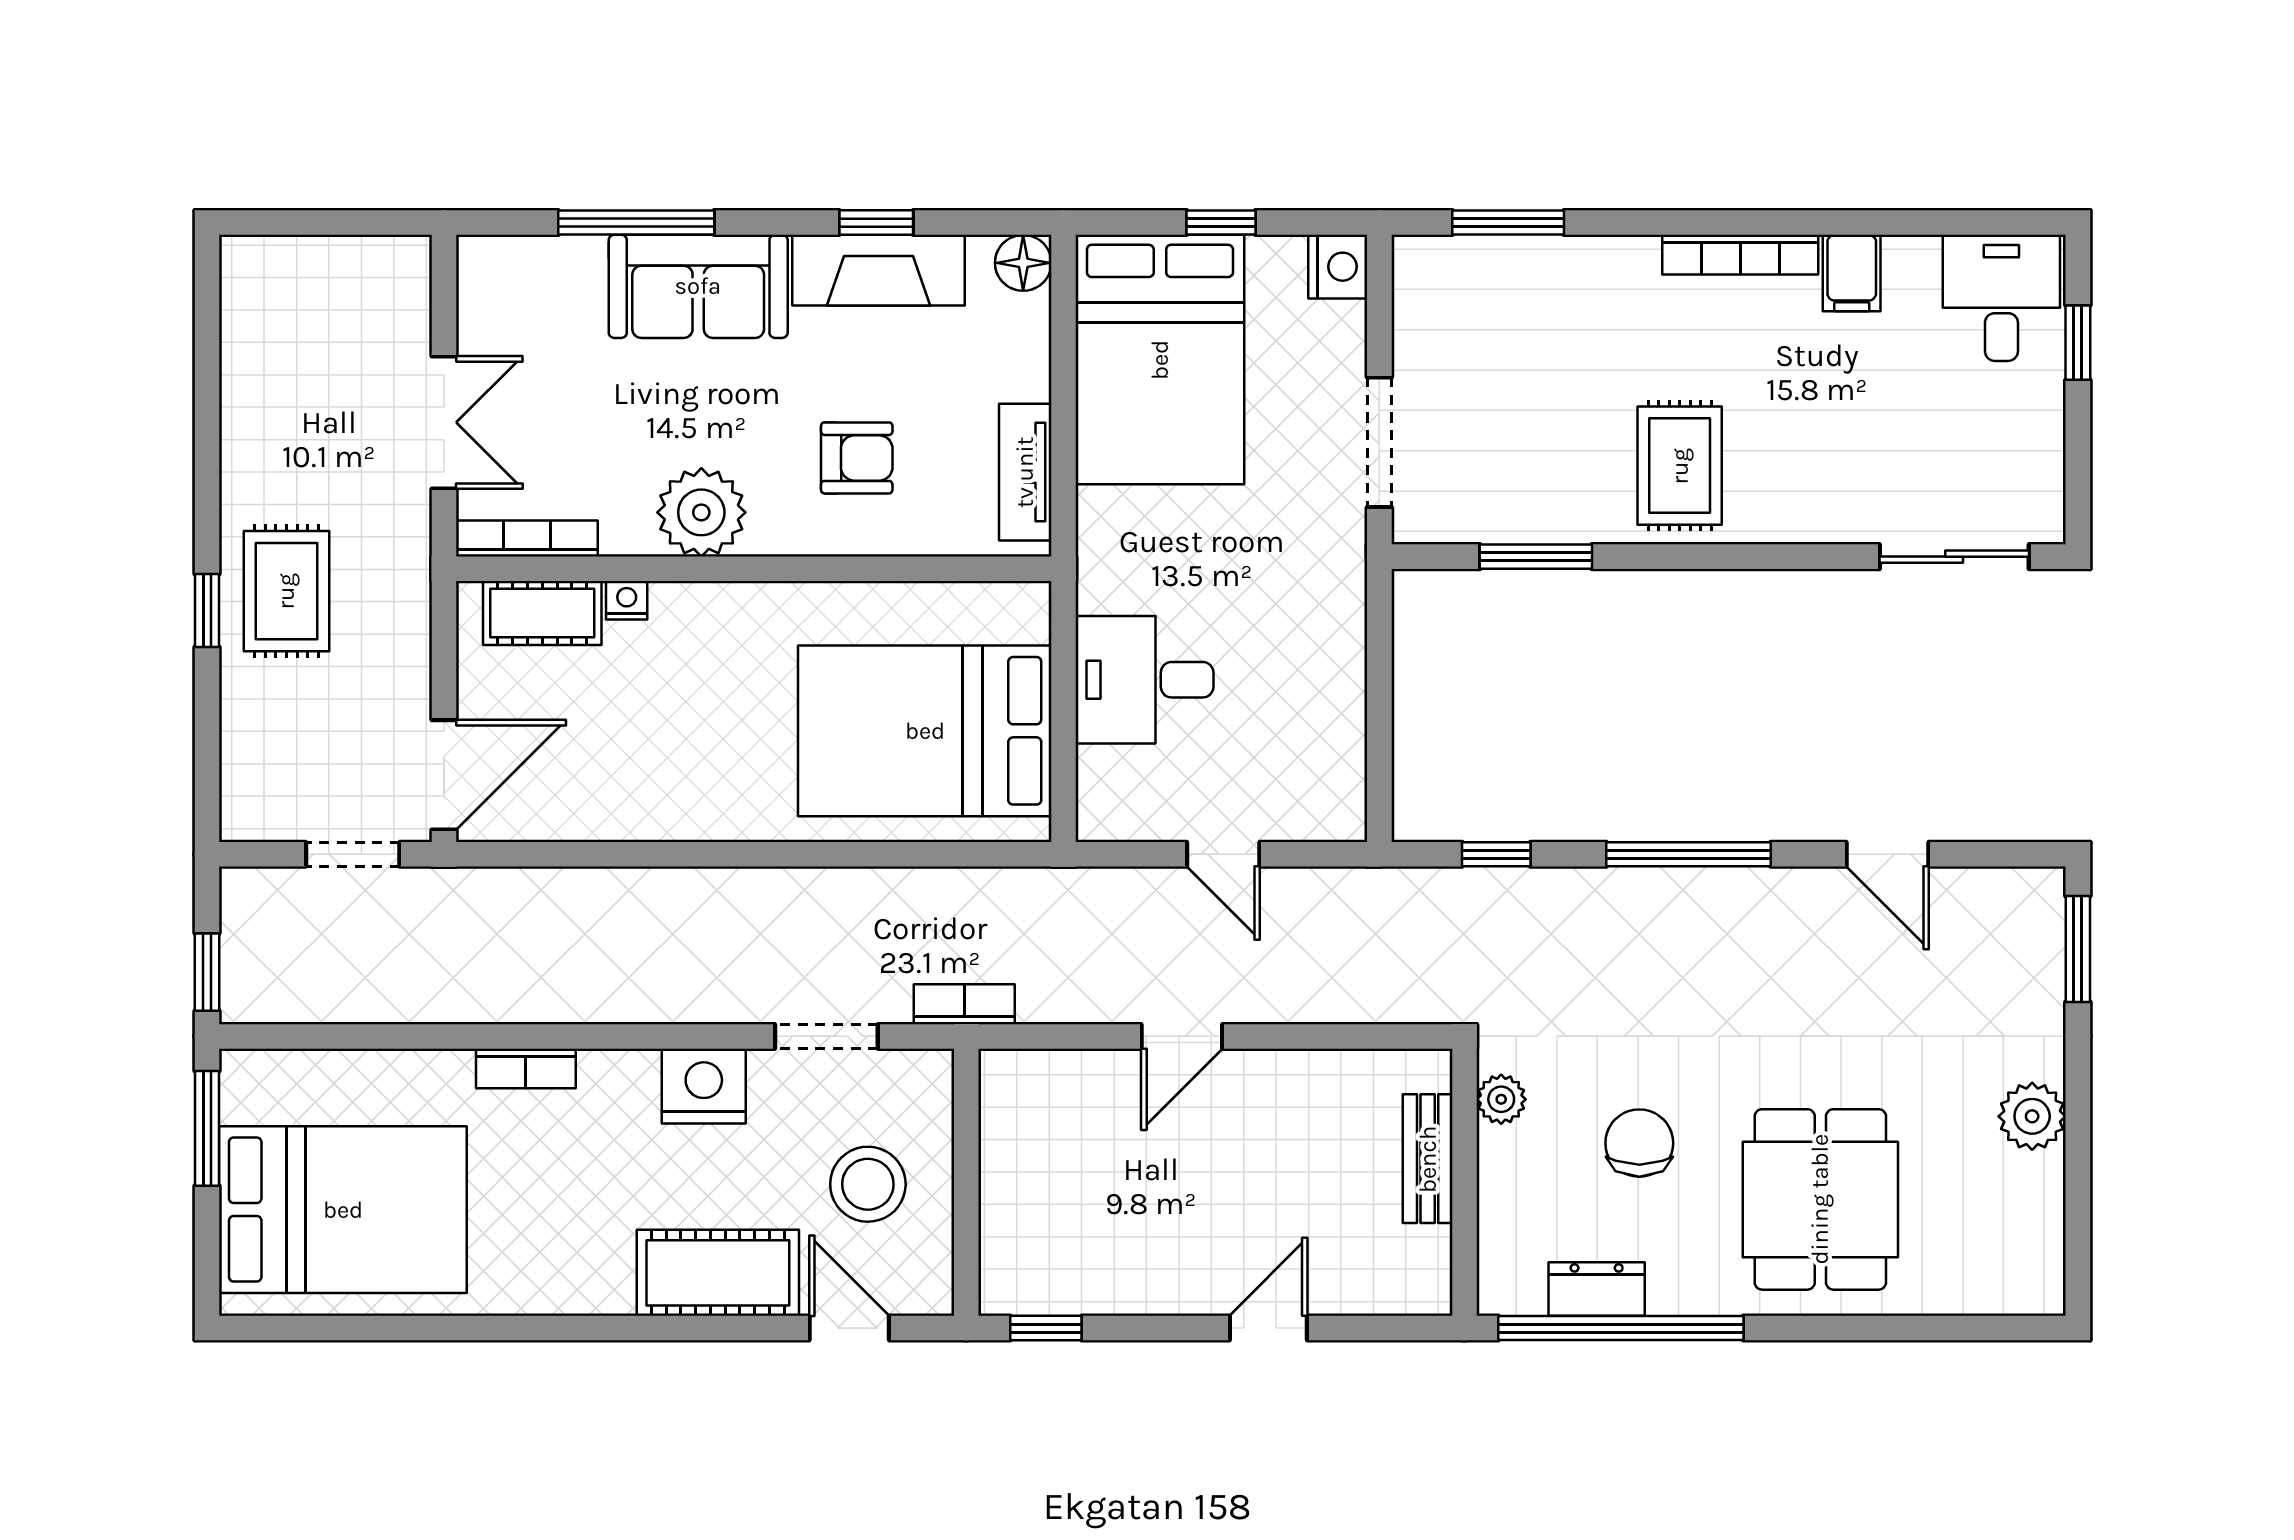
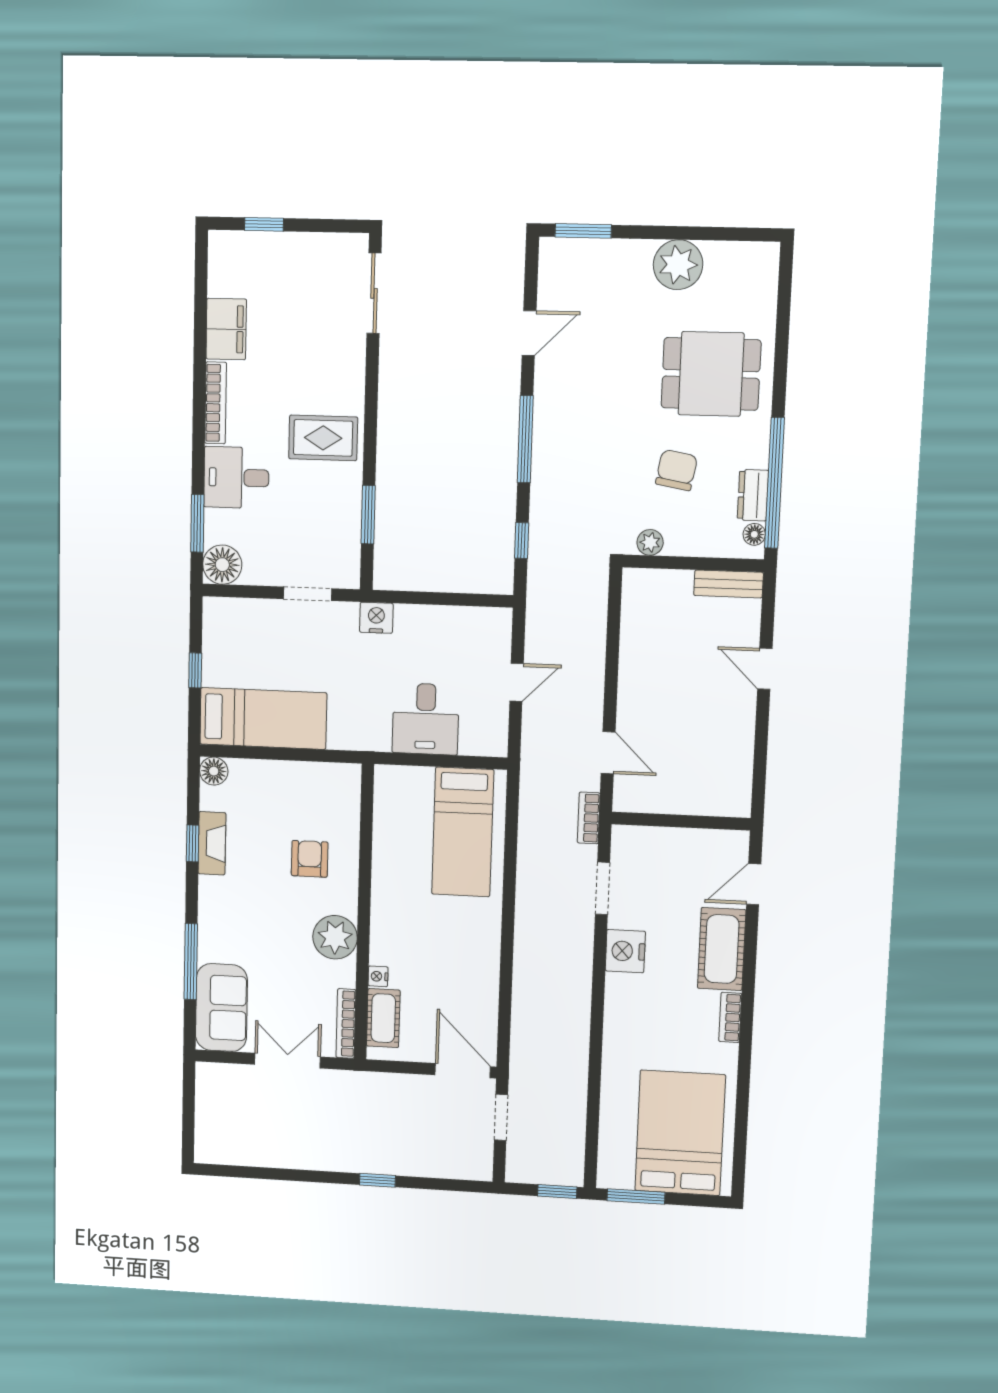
nightstand: (1338, 267) -> (376, 618), moved
fireplace: (878, 270) -> (212, 843), width x0.73, depth x0.76
floor lamp: (1430, 273) -> (222, 565), added
filing cabinet: (1852, 273) -> (226, 329), width x2.00
sofa: (698, 286) -> (221, 1008), moved
desk: (2001, 298) -> (236, 478), moved
bed: (1160, 360) -> (263, 718), width x0.67
doorway: (1379, 442) -> (308, 594), width x0.73
tv unit: (1025, 472) -> (319, 775), removed
rug: (286, 591) -> (369, 1142), removed
bed: (925, 731) -> (463, 832), width x0.67
door: (1182, 1036) -> (608, 753), moved
bookcase: (526, 1069) -> (730, 1017), moved, turned 180
plant: (2032, 1116) -> (678, 265), width x1.36, depth x1.36
chair: (1639, 1143) -> (677, 470), turned 100
bench: (1428, 1159) -> (729, 584), moved
stool: (868, 1184) -> (680, 871), removed
floor lamp: (1523, 1295) -> (754, 534), added
window: (1046, 1328) -> (759, 784), removed

